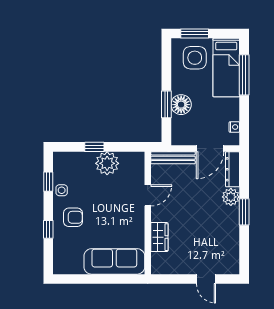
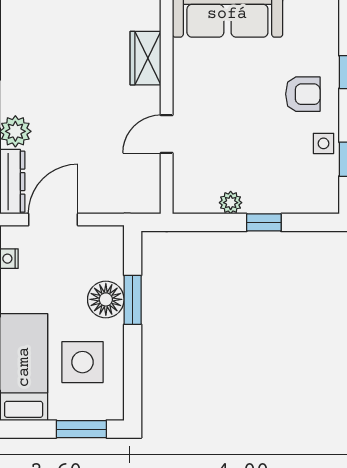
side table: (195, 58) -> (82, 362), moved
bench: (173, 158) -> (121, 203), removed
plant: (107, 163) -> (231, 203), width x0.53, depth x0.53
armchair: (73, 217) -> (303, 94), turned 180

